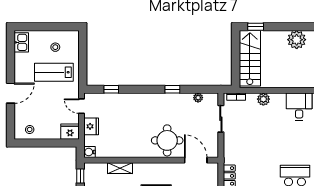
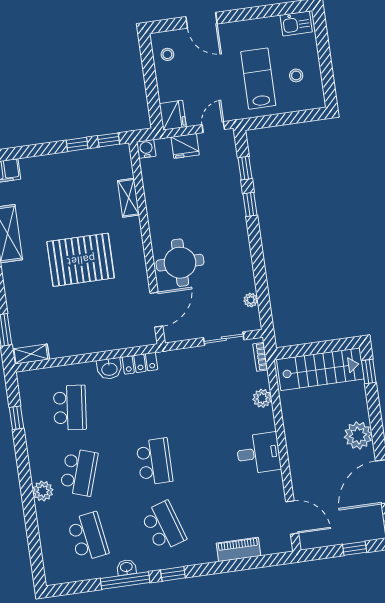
window: (172, 89) -> (250, 204), moved
door: (11, 93) -> (202, 20), moved

